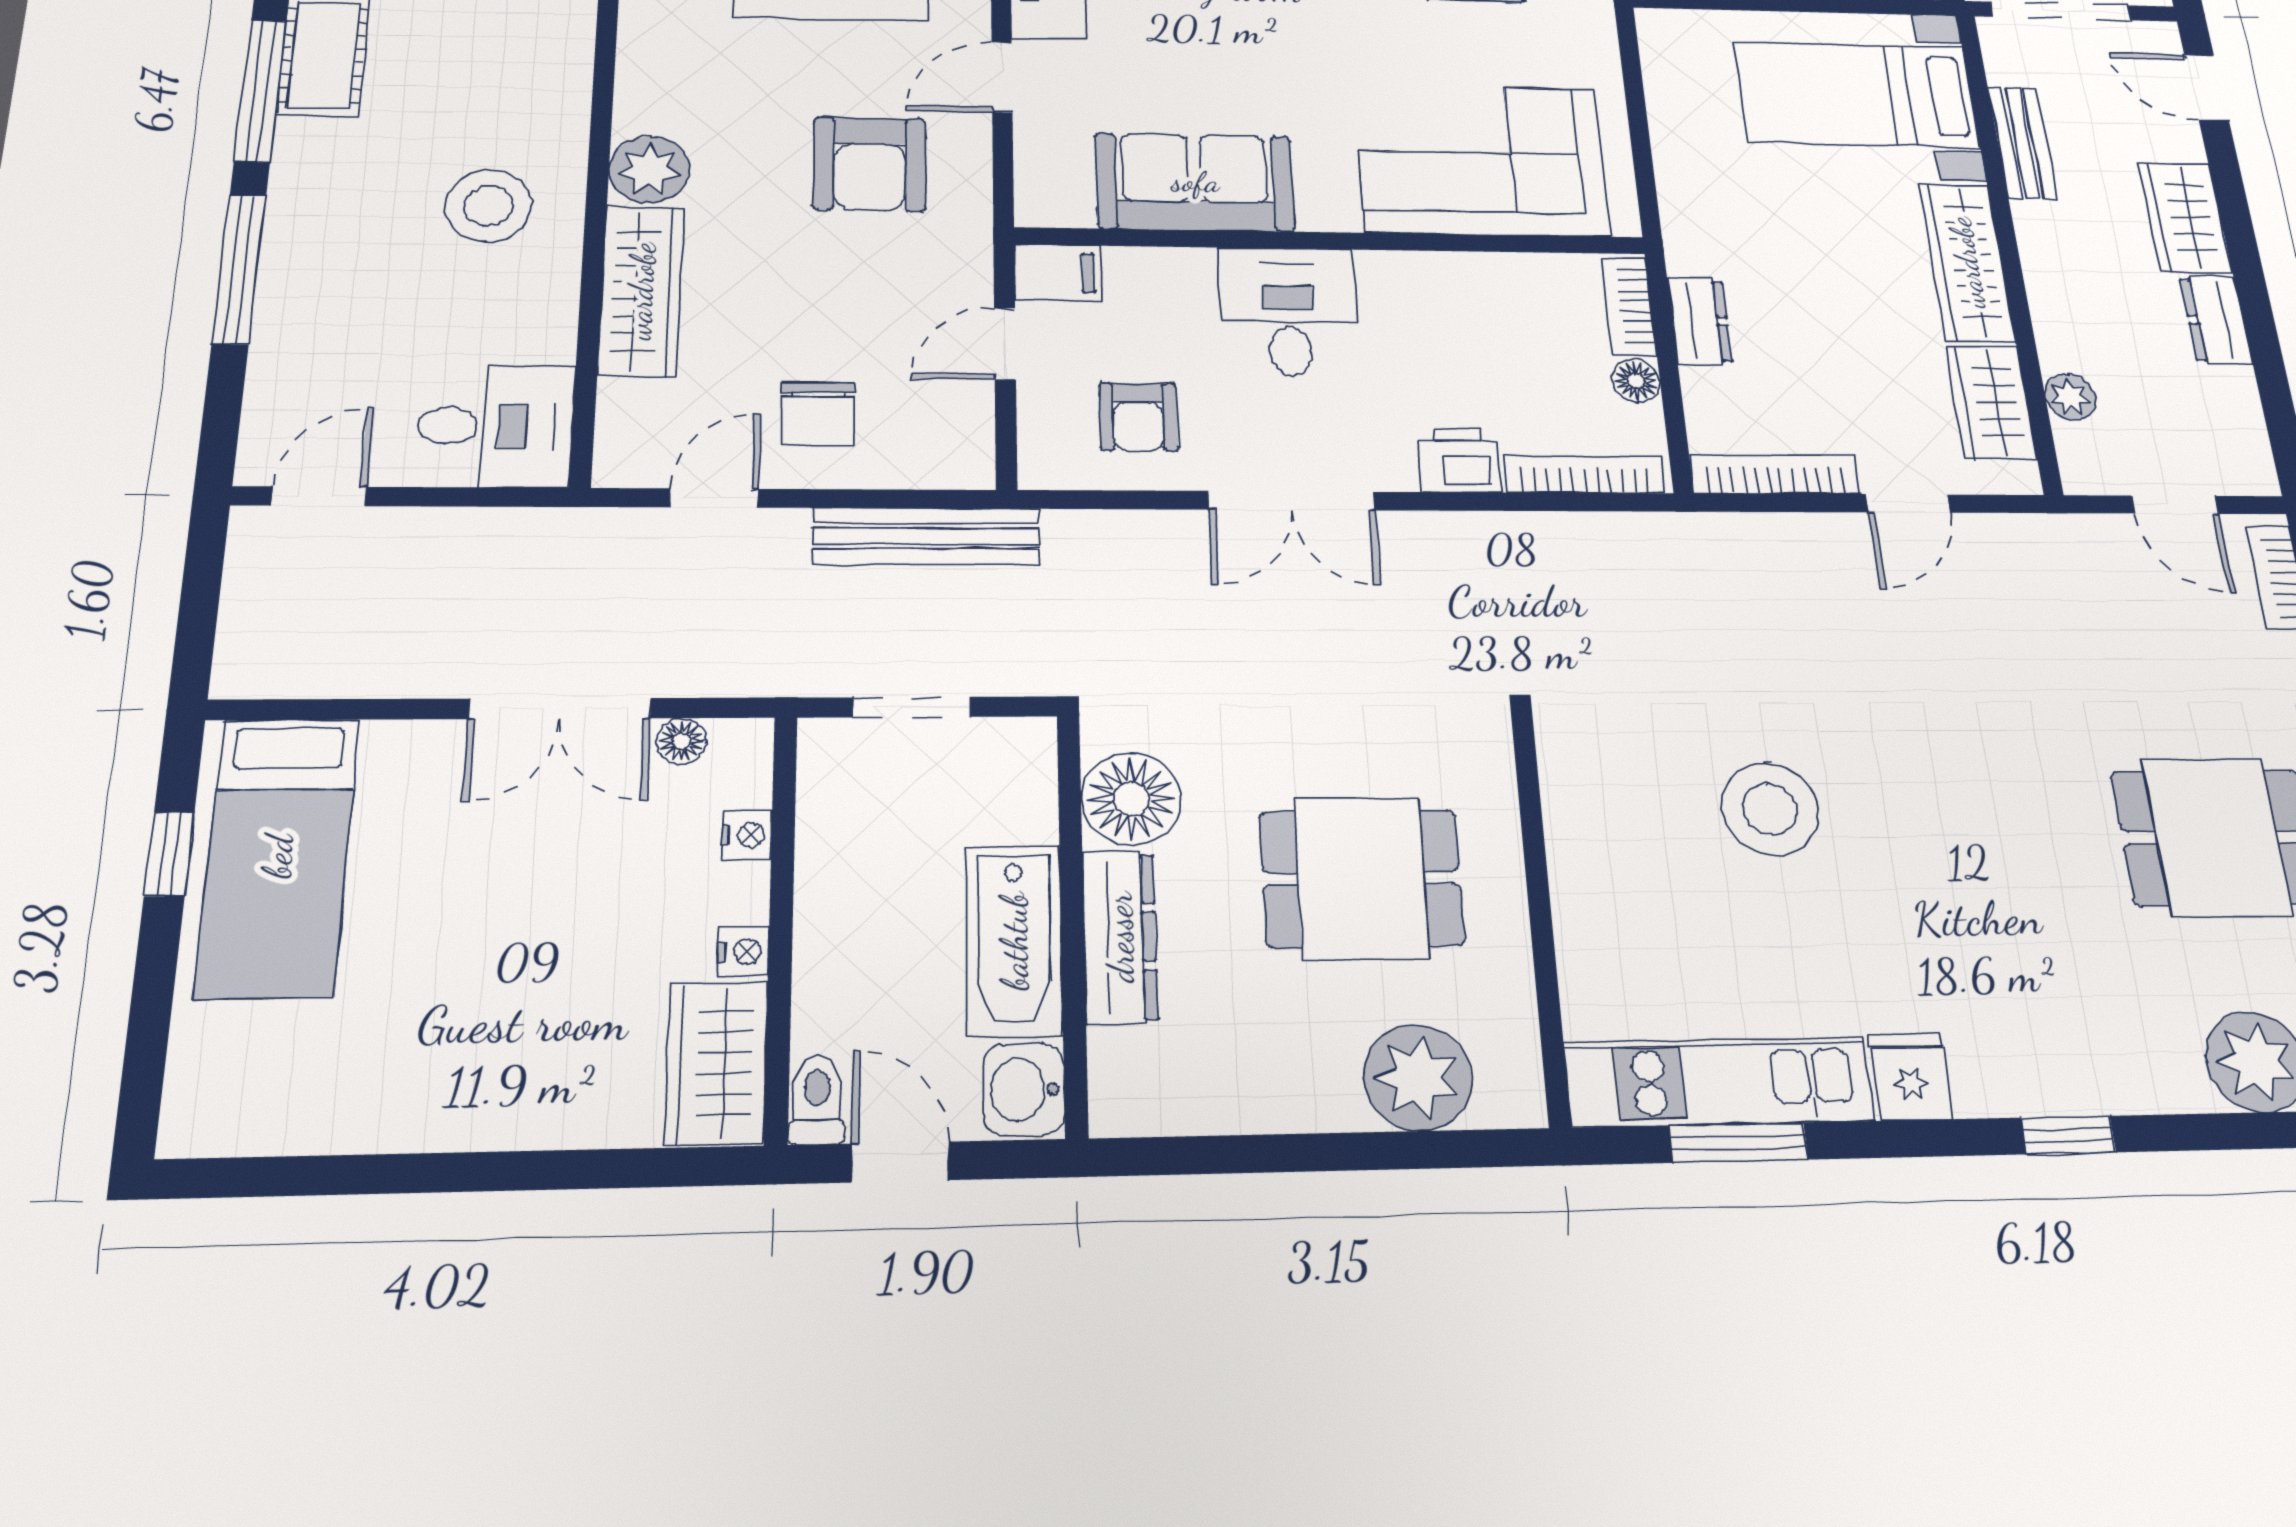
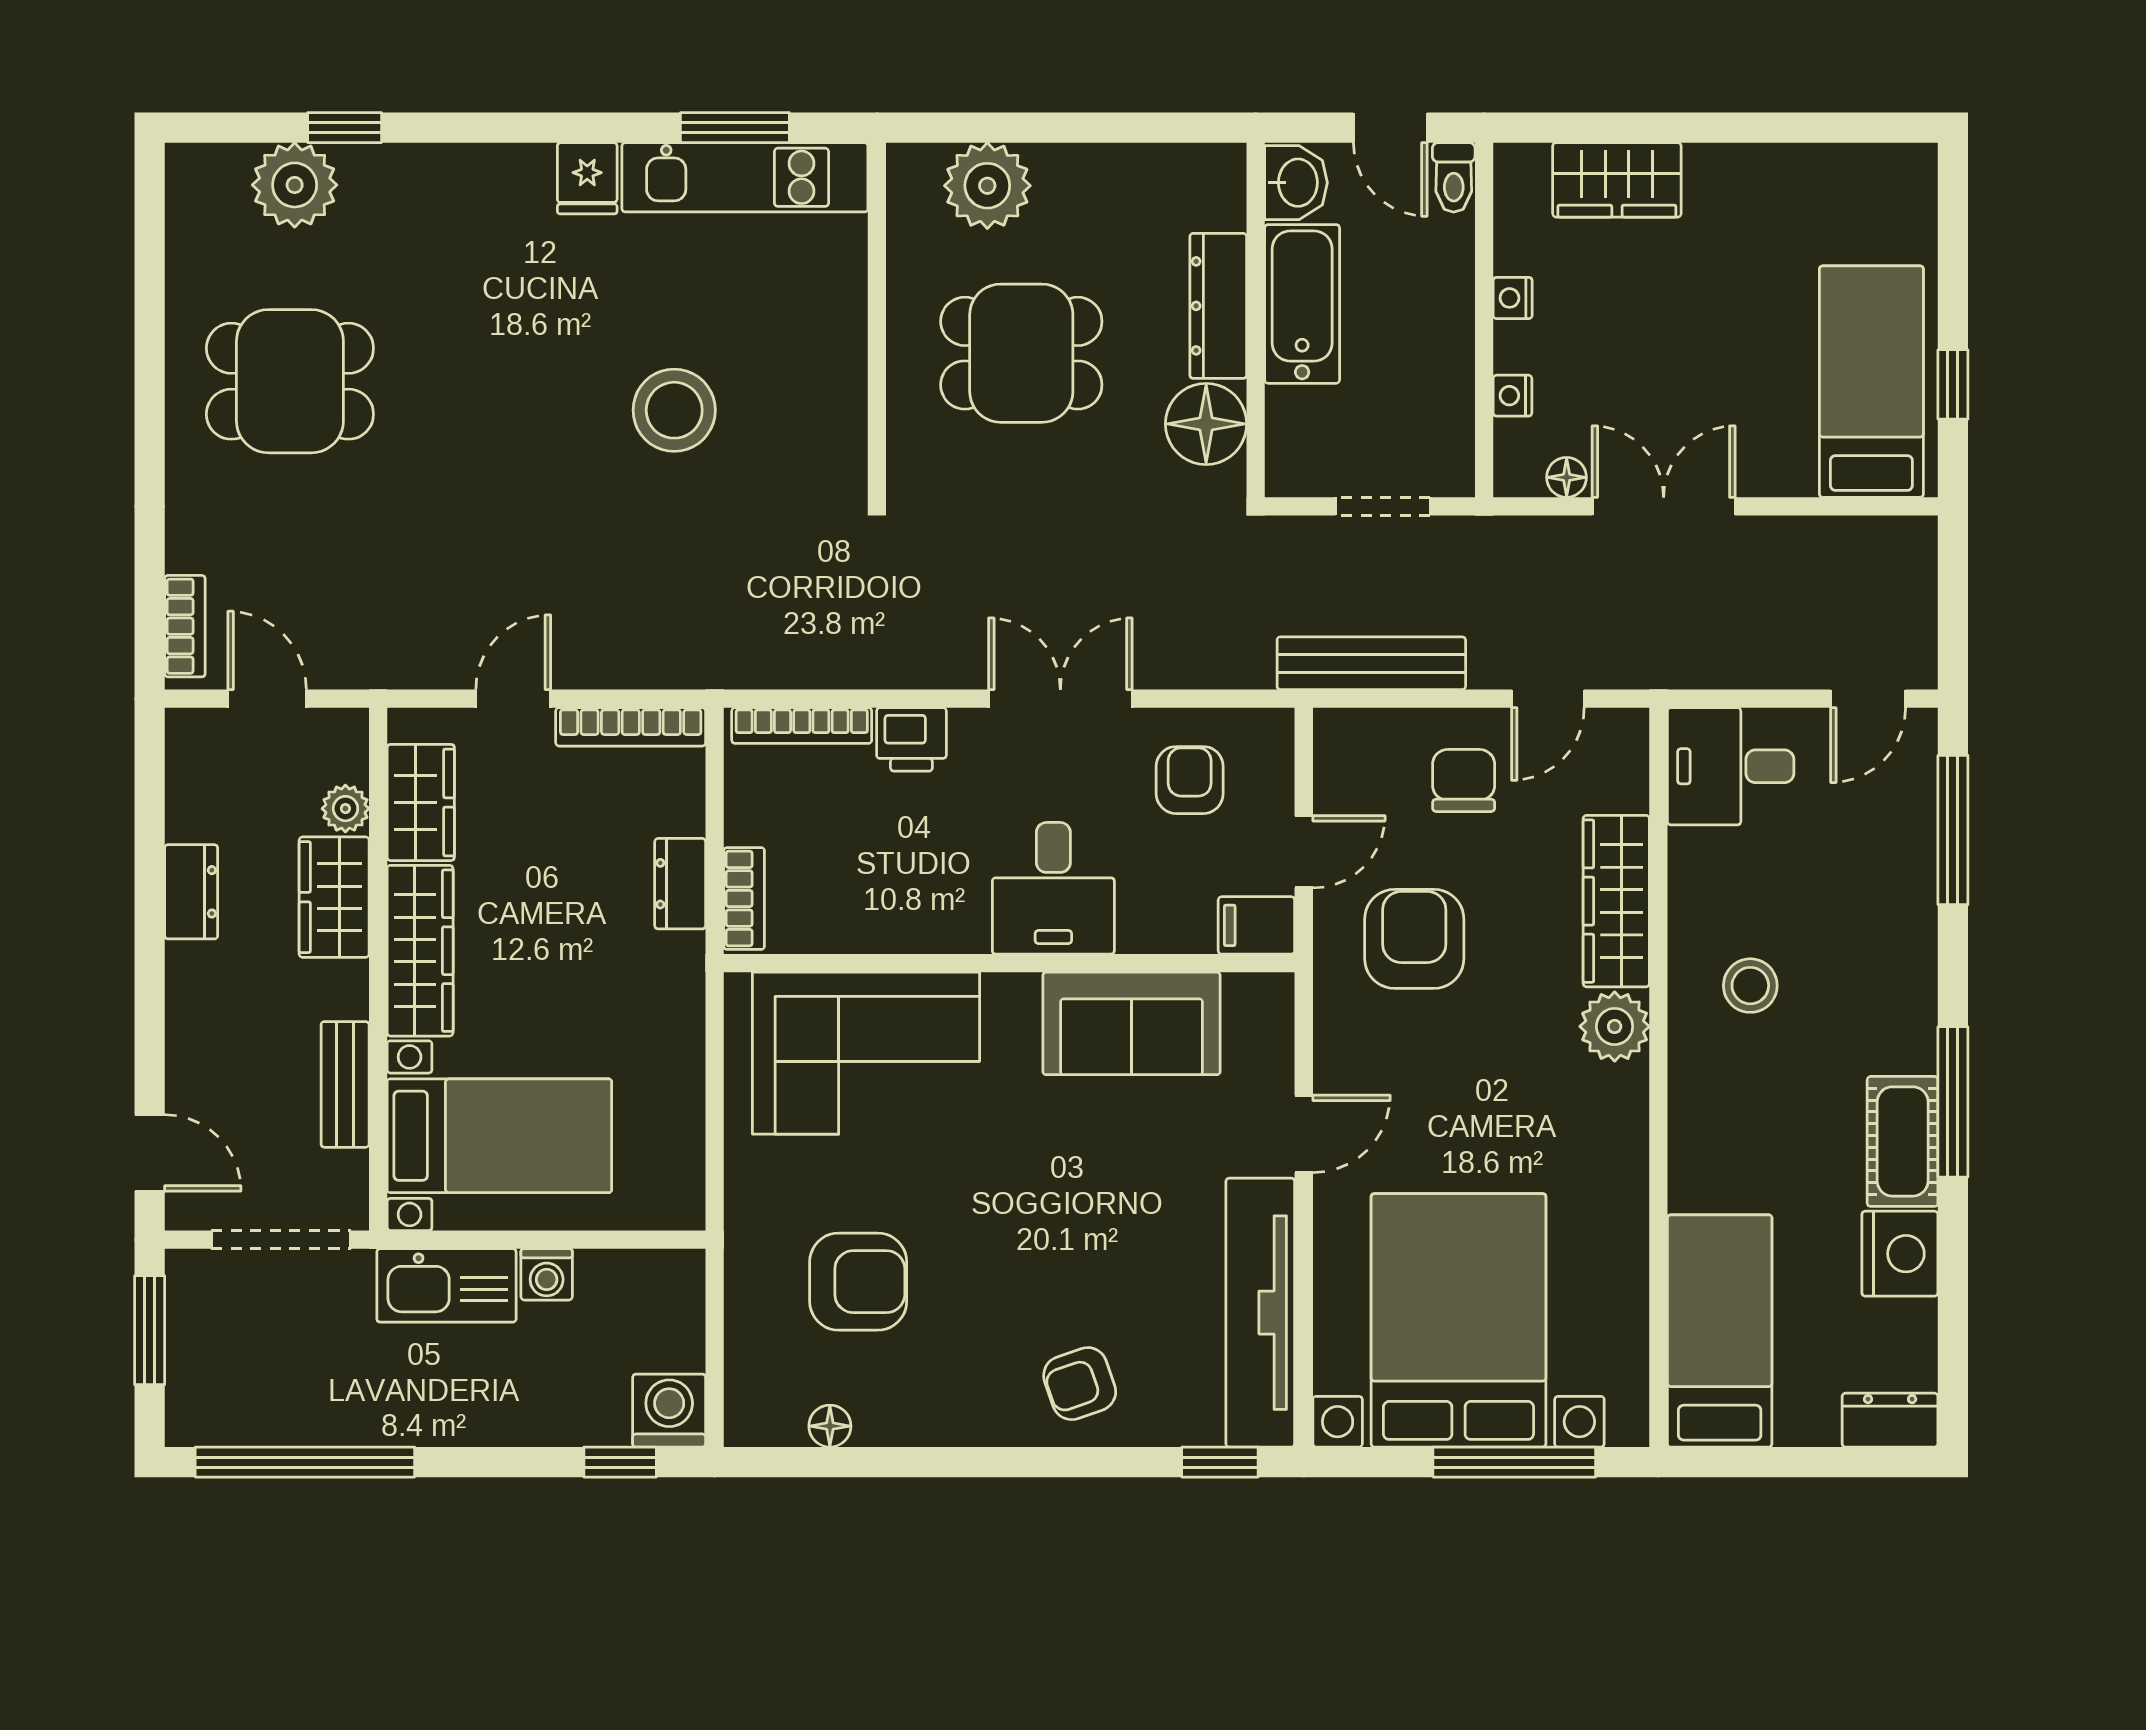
armchair: (870, 164) -> (1414, 939), moved
stool: (488, 206) -> (1750, 986), width x0.73, depth x0.73
wardrobe: (2185, 217) -> (334, 897), moved, turned 180
window: (239, 269) -> (1953, 830), moved
floor lamp: (1636, 381) -> (746, 821), removed
wardrobe: (717, 1063) -> (1617, 180), moved, turned 90
window: (2068, 1135) -> (345, 128), moved

